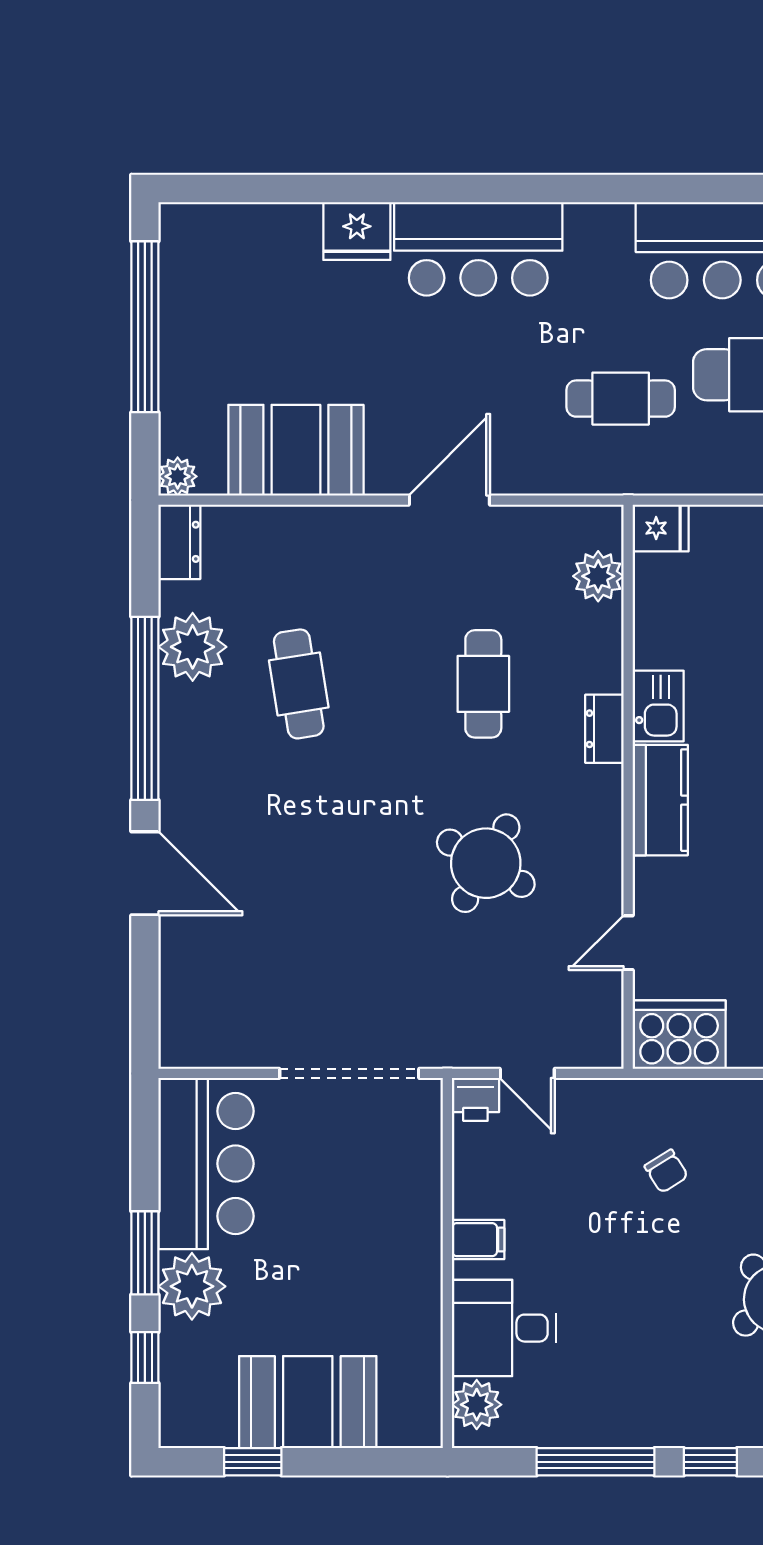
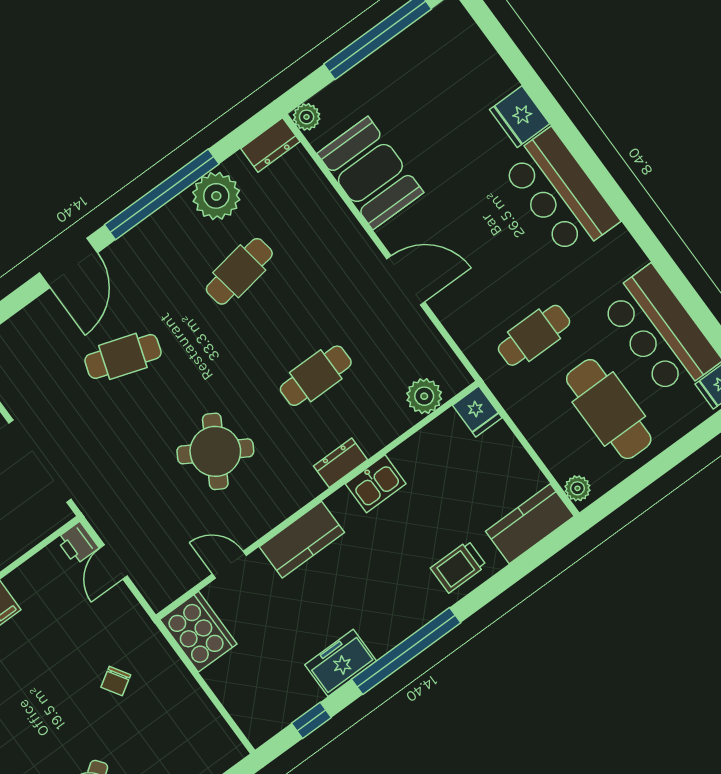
cafe table: (621, 399) -> (534, 335), turned 90
kitchen counter: (660, 800) -> (302, 540), moved
cafe table: (299, 890) -> (123, 356), added

